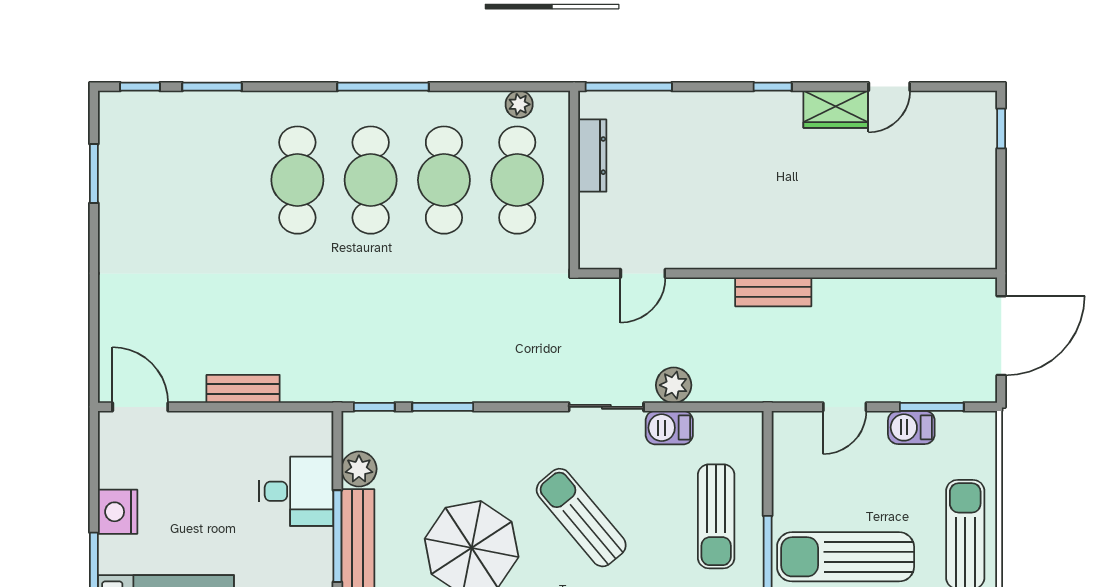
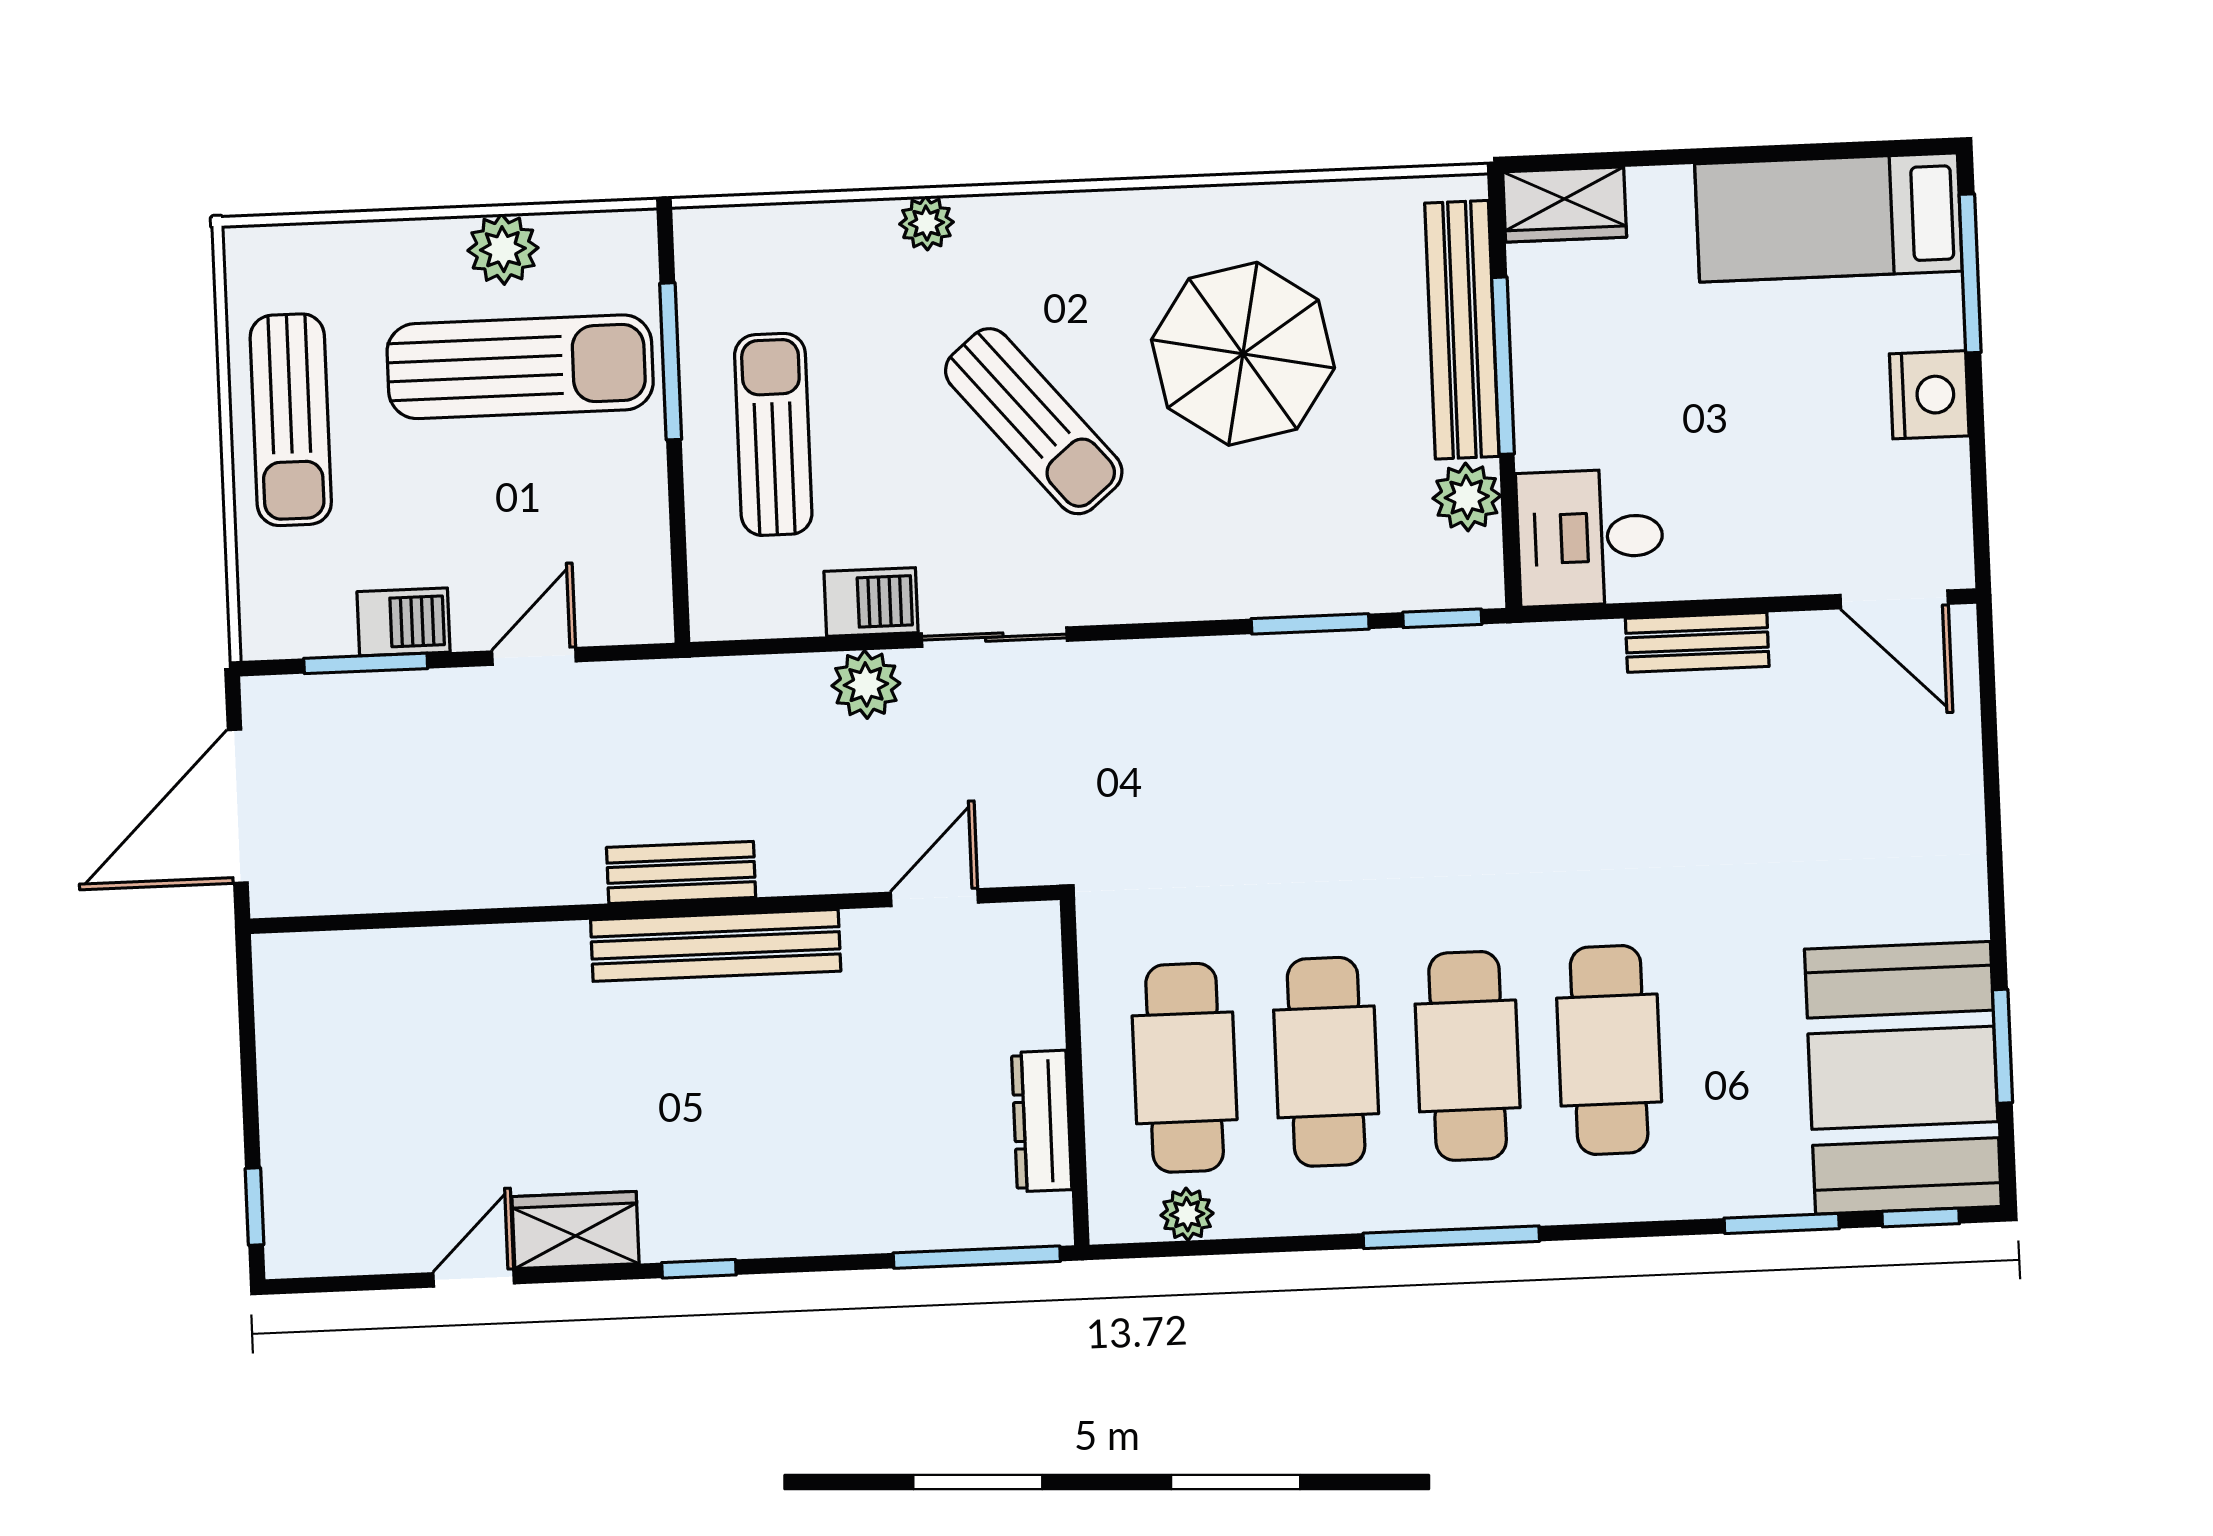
booth: (146, 159) -> (1903, 1078), added
bench: (757, 253) -> (716, 945), added
desk: (296, 491) -> (1590, 537), moved

